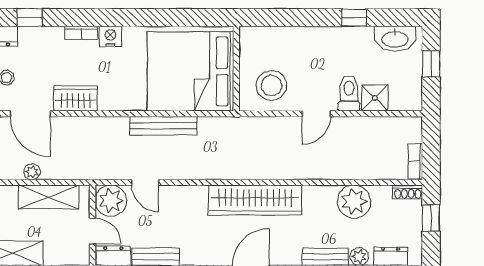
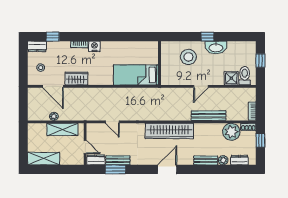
window: (354, 18) -> (207, 37), moved
washbasin: (395, 39) -> (216, 48), moved
bed: (190, 71) -> (136, 75), width x0.49
stool: (271, 85) -> (188, 57), moved
toilet: (349, 93) -> (245, 76), moved
bench: (163, 126) -> (209, 116), moved
plant: (111, 201) -> (95, 131), removed
plant: (354, 202) -> (231, 132), moved

